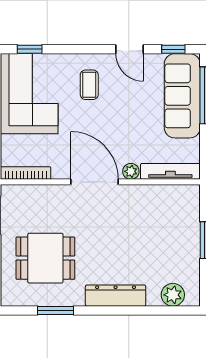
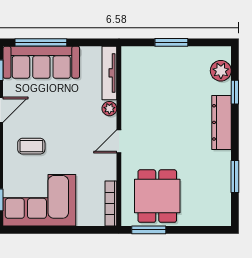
door: (94, 182) -> (119, 141), width x0.53
dining table: (45, 258) -> (157, 196), moved
window: (149, 310) -> (235, 92), added

